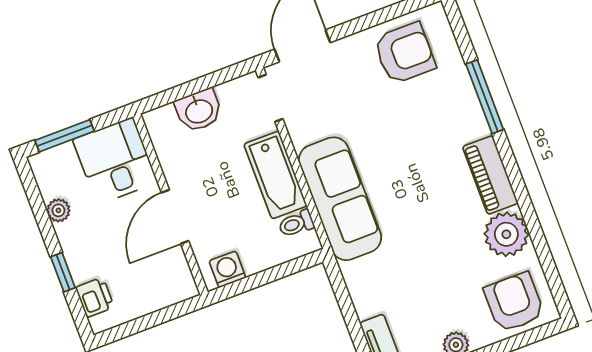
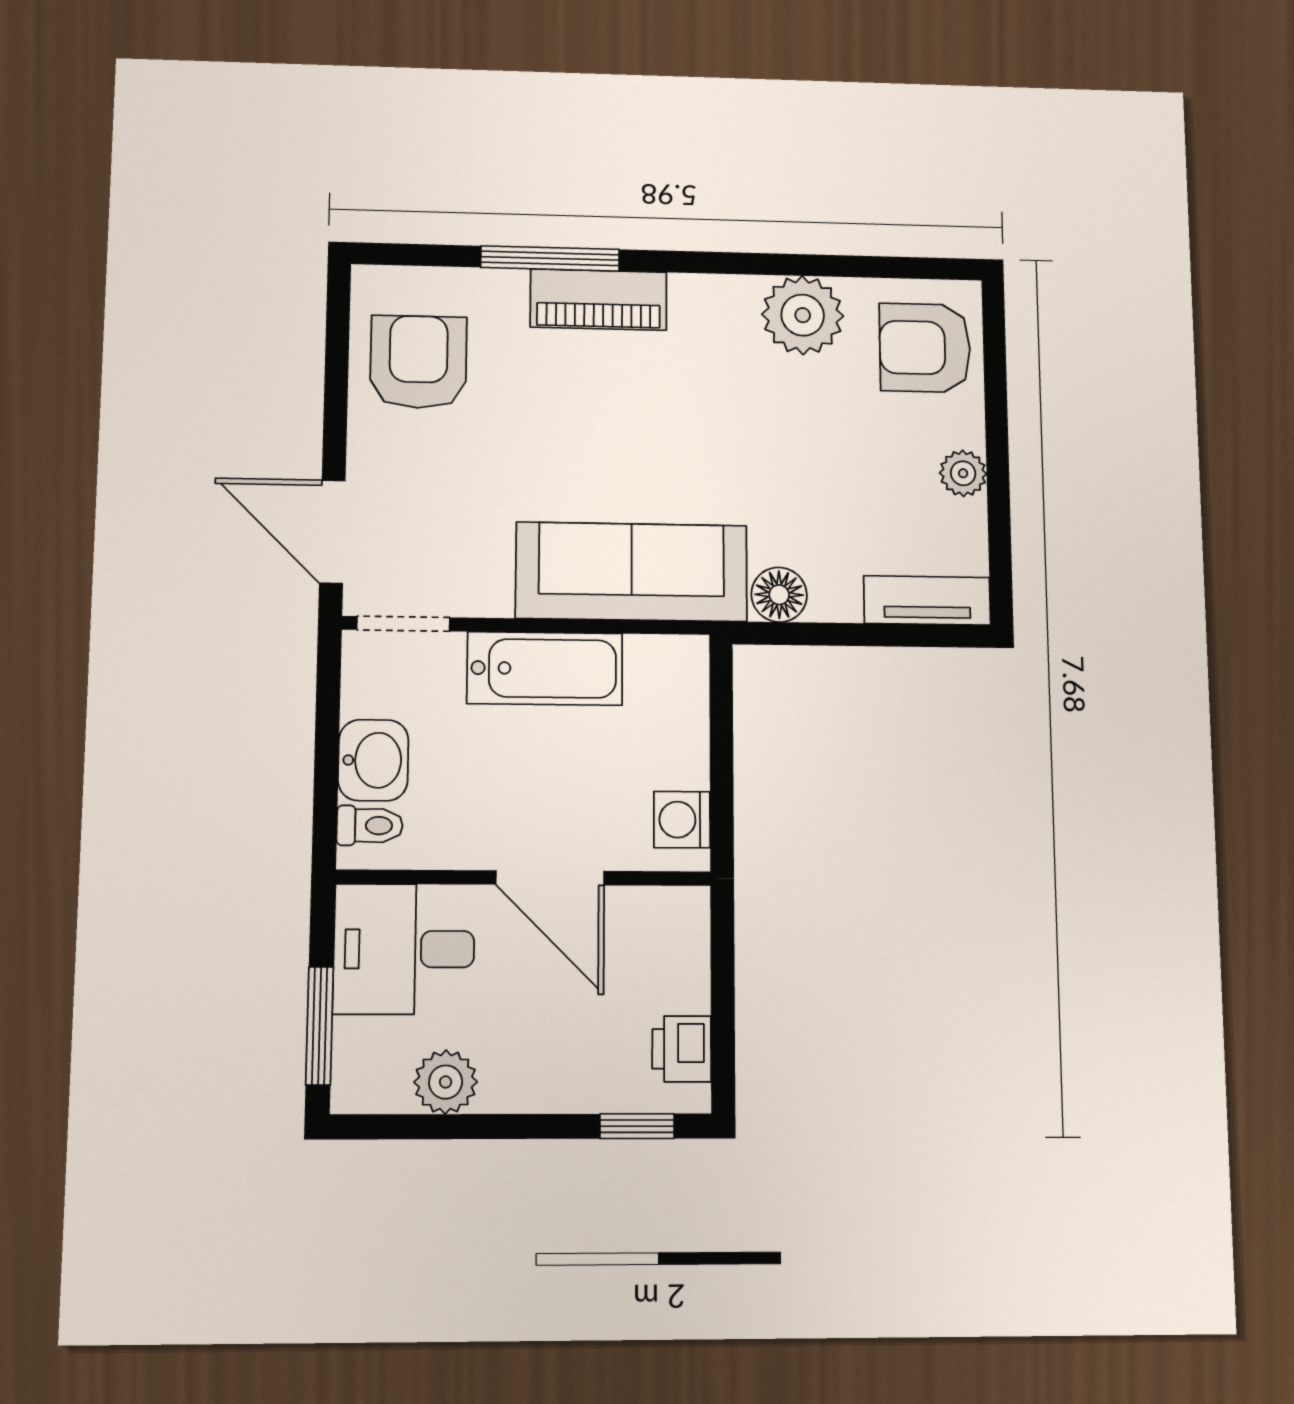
piano: (490, 175) -> (599, 300), moved
plant: (58, 210) -> (446, 1082), width x1.38, depth x1.38
toilet: (296, 224) -> (370, 826), moved, turned -90
window: (63, 272) -> (637, 1126), moved
floor lamp: (357, 275) -> (779, 595), added
printer: (95, 297) -> (682, 1049), moved, turned -90

